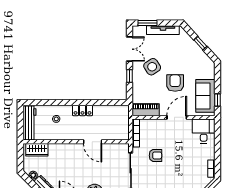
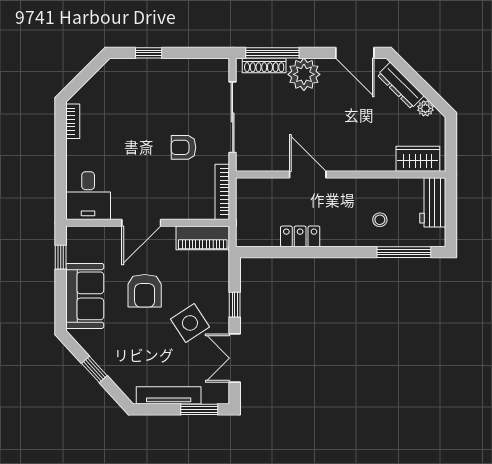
sofa: (205, 96) -> (85, 296), moved
window: (44, 103) -> (404, 252), added
locker: (82, 110) -> (300, 236), moved
workbench: (29, 123) -> (433, 202), width x0.73

